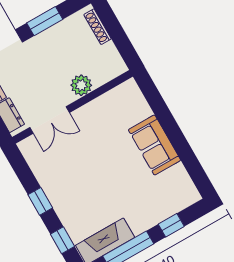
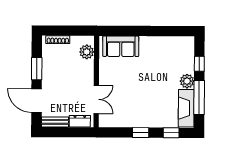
plant: (81, 85) -> (87, 52), moved
sofa: (155, 145) -> (121, 46), moved
plant: (140, 222) -> (187, 81), added

